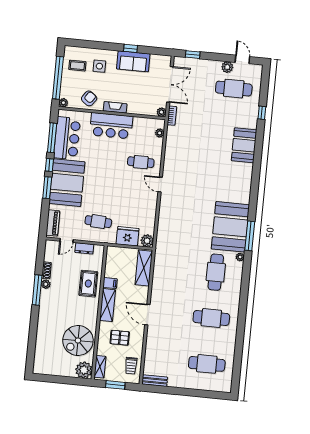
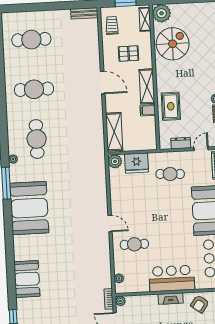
booth: (230, 227) -> (29, 208), moved

